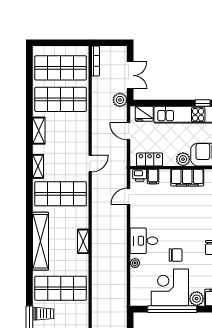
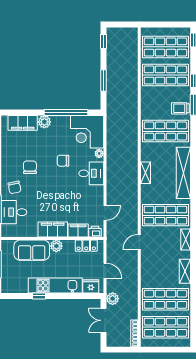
filing cabinet: (153, 177) -> (78, 231), width x2.00
corner desk: (170, 287) -> (87, 132), moved, turned 90

